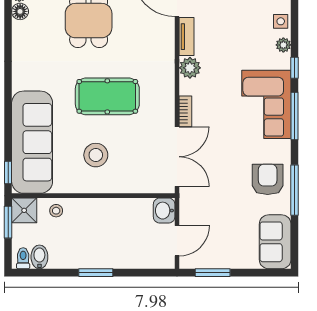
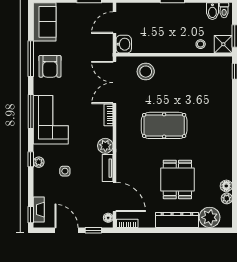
side table: (281, 21) -> (65, 171), moved
window: (294, 68) -> (31, 159), moved
sofa: (32, 142) -> (218, 93), removed
stool: (96, 155) -> (146, 72), moved

